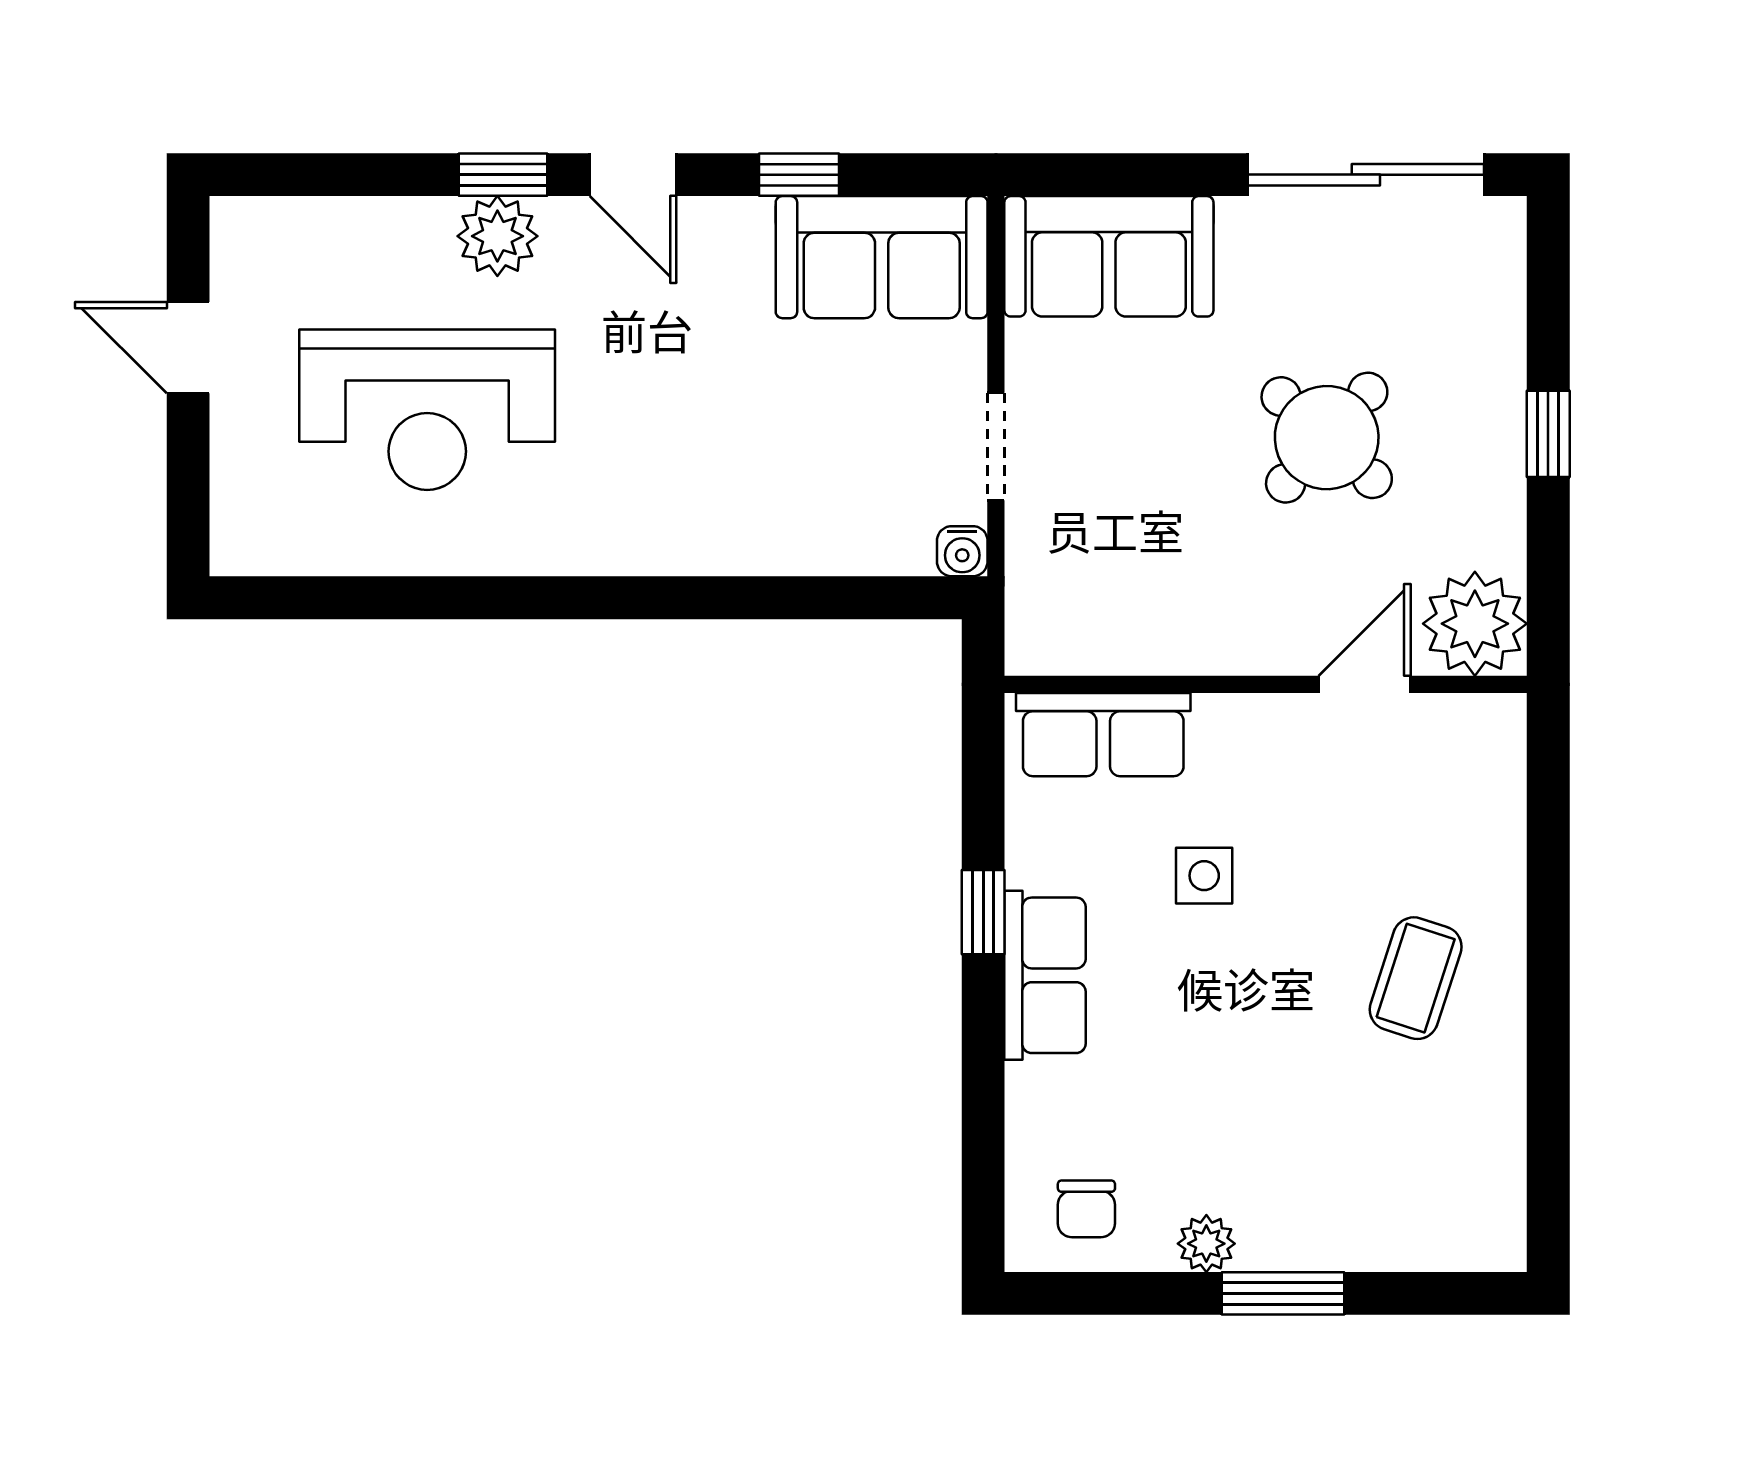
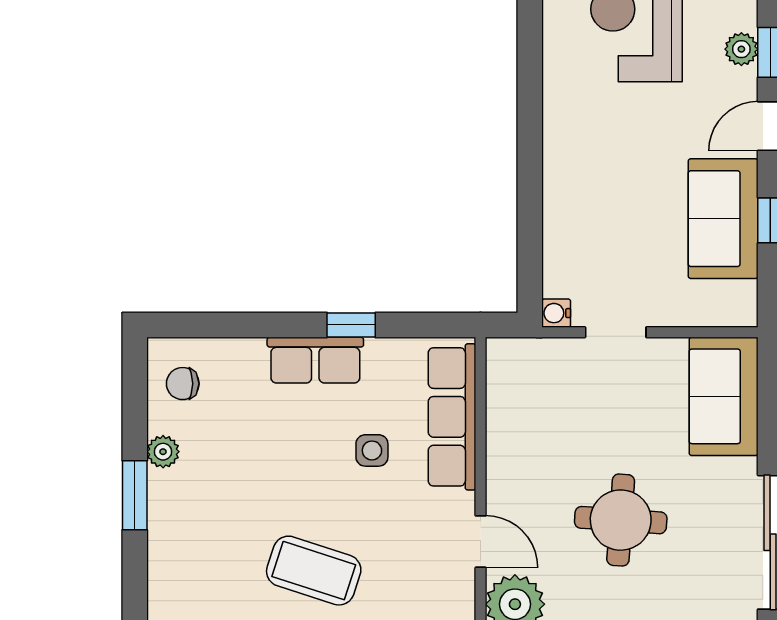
plant: (497, 236) -> (741, 49), width x0.73, depth x0.73
sofa: (882, 257) -> (723, 219), moved
round table: (1327, 438) -> (621, 520), turned -38
row of seats: (1103, 735) -> (452, 417), width x1.48
coffee table: (1416, 978) -> (314, 571), width x1.36, depth x1.30

